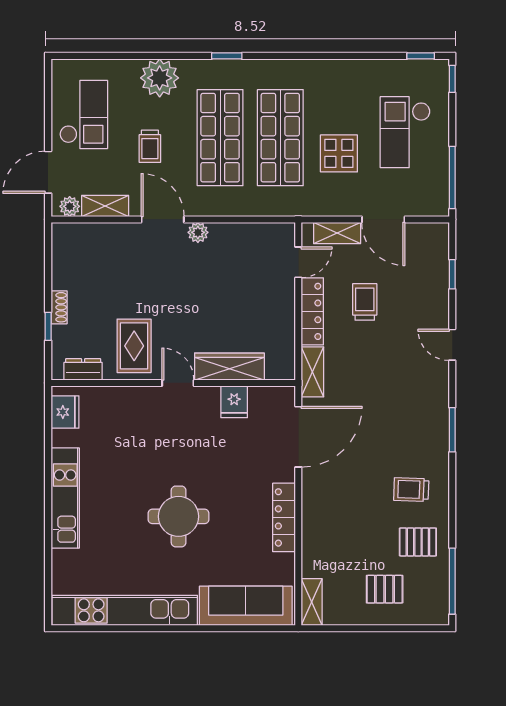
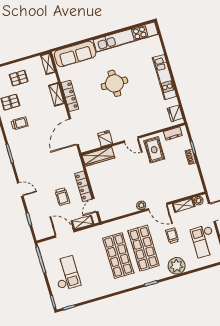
display table: (339, 153) -> (92, 256), removed
wardrobe: (229, 367) -> (98, 157), moved
shelving: (312, 372) -> (56, 94), moved

